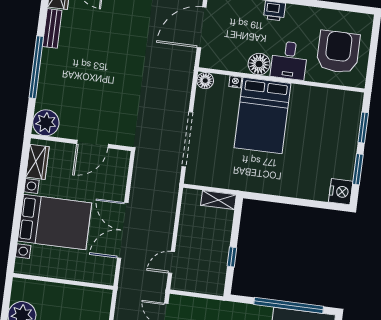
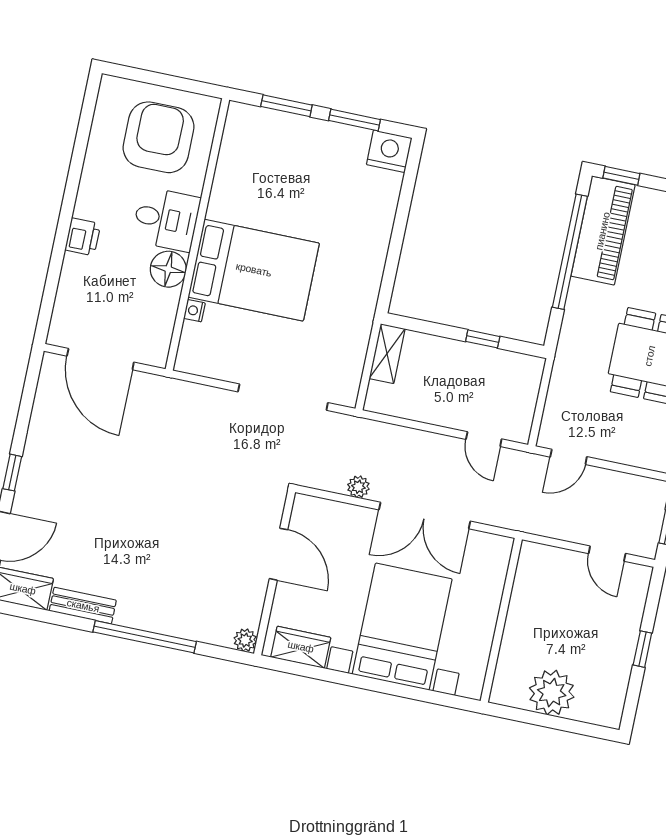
armchair: (338, 52) -> (158, 137), turned 90
floor lamp: (205, 81) -> (189, 360), removed
plant: (46, 123) -> (245, 640), width x0.53, depth x0.53
plant: (137, 189) -> (358, 487), added

